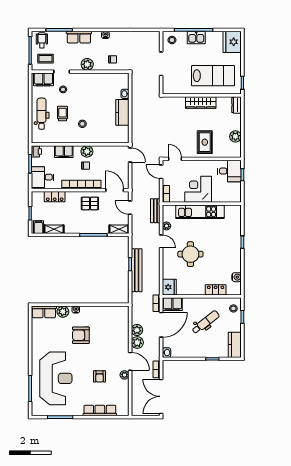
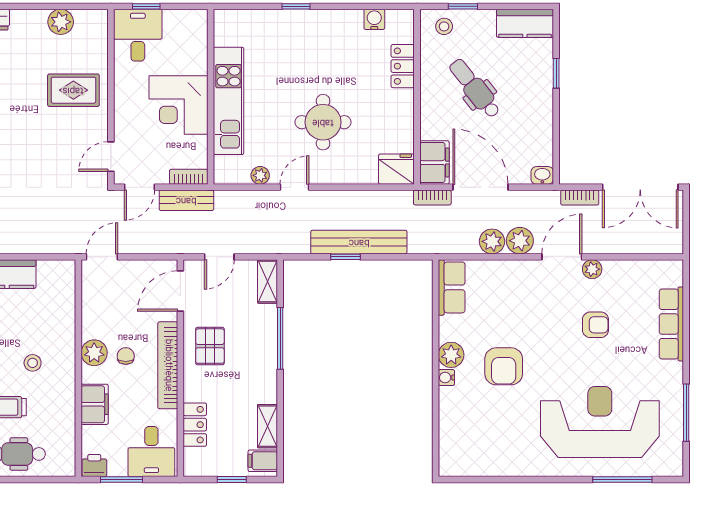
bench: (155, 211) -> (186, 200), moved
row of seats: (44, 312) -> (452, 287), moved
plant: (63, 312) -> (451, 355), moved

